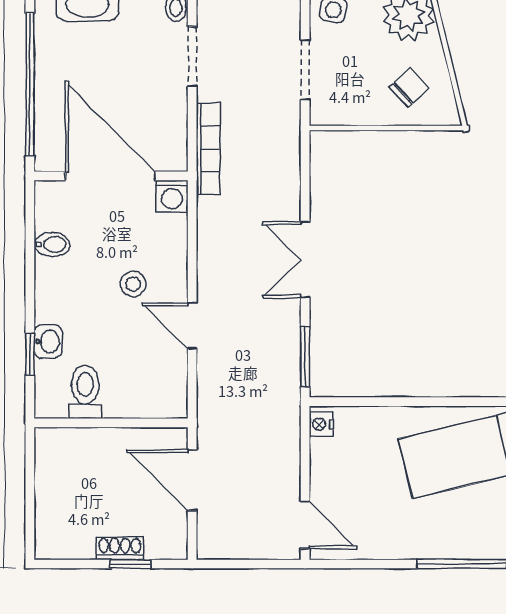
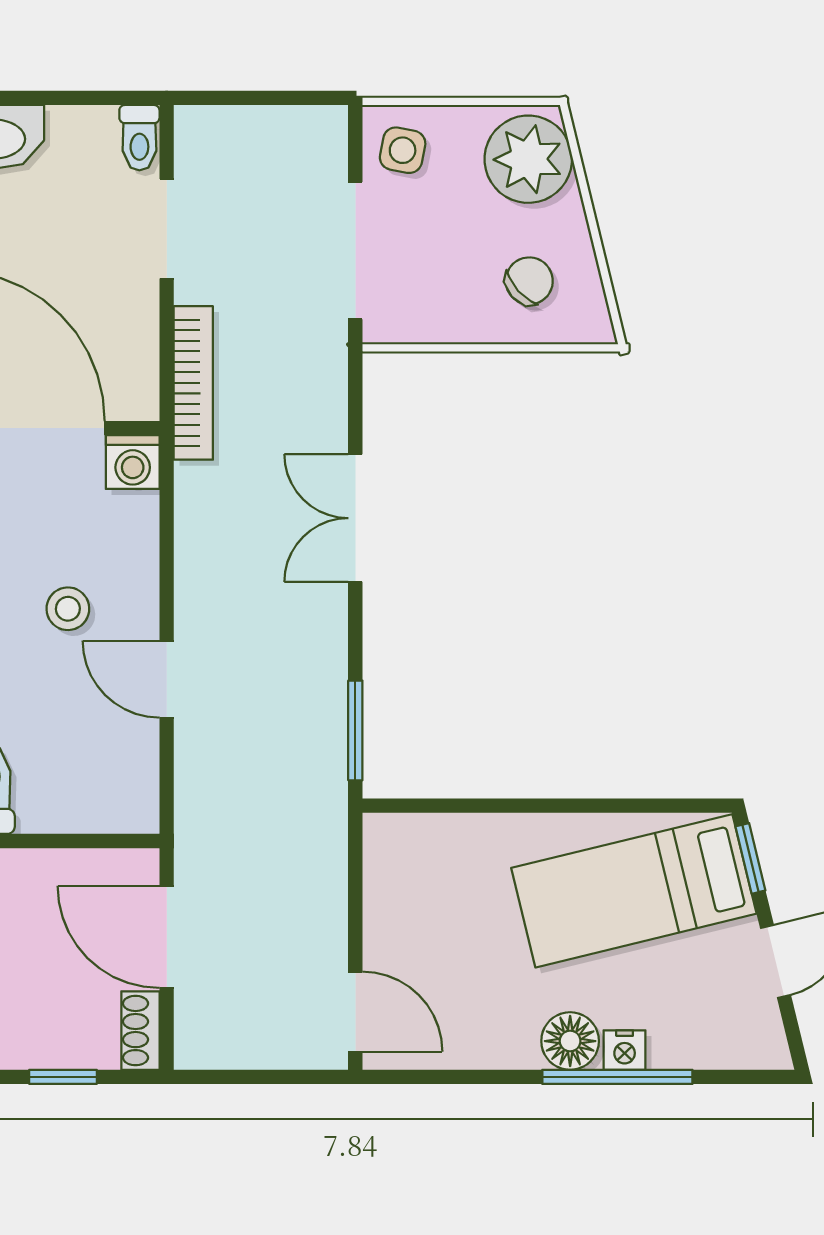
doorway: (305, 70) -> (355, 251), width x1.38
double door: (305, 260) -> (355, 518), moved
nightstand: (321, 424) -> (625, 1050), moved, turned -90
floor lamp: (434, 543) -> (570, 1041), added
shoe rack: (120, 548) -> (140, 1031), moved, turned -90

